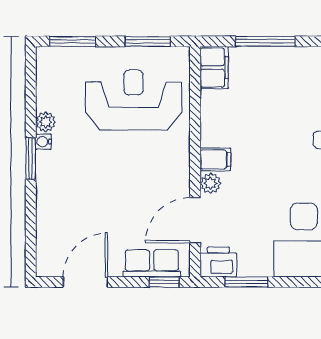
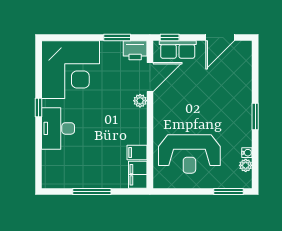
window: (148, 41) -> (180, 191), removed
window: (265, 41) -> (92, 191), moved
plant: (46, 122) -> (246, 165), moved
water cooler: (43, 142) -> (247, 153), moved
filing cabinet: (215, 159) -> (137, 153), moved

